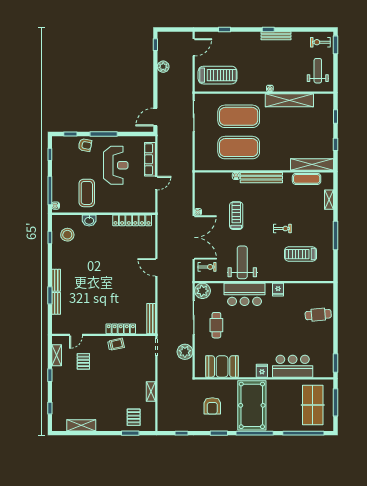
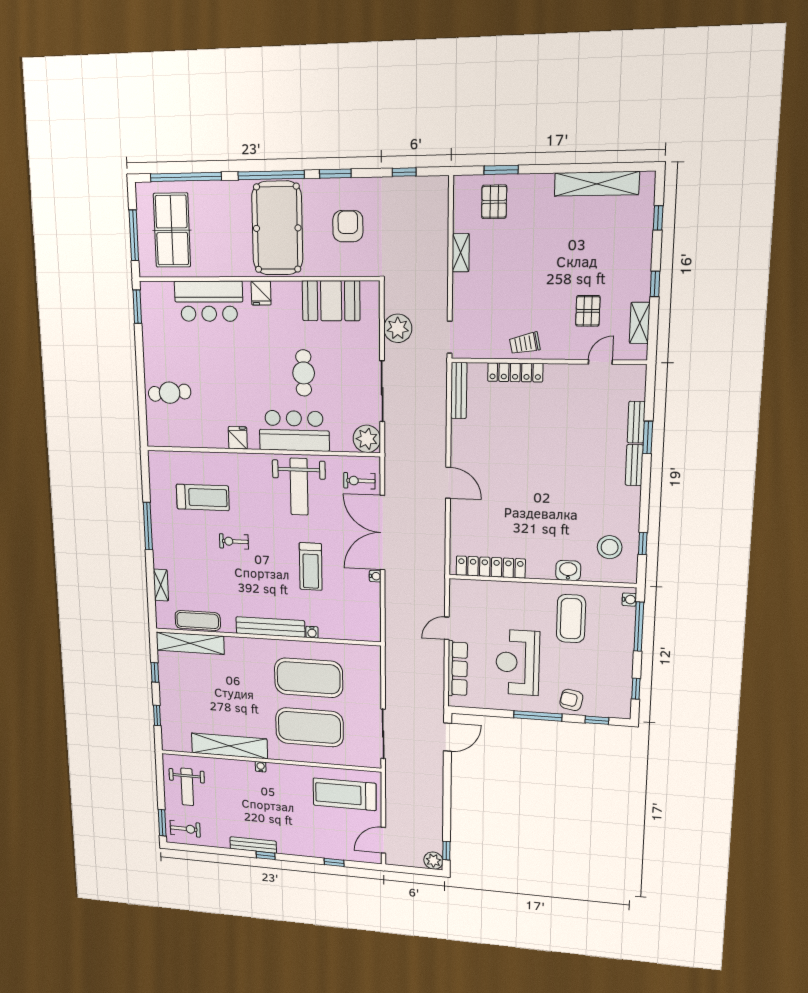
plant: (163, 67) -> (433, 861), moved
cafe table: (216, 325) -> (304, 373), moved
shelving: (81, 425) -> (597, 184), width x1.47

